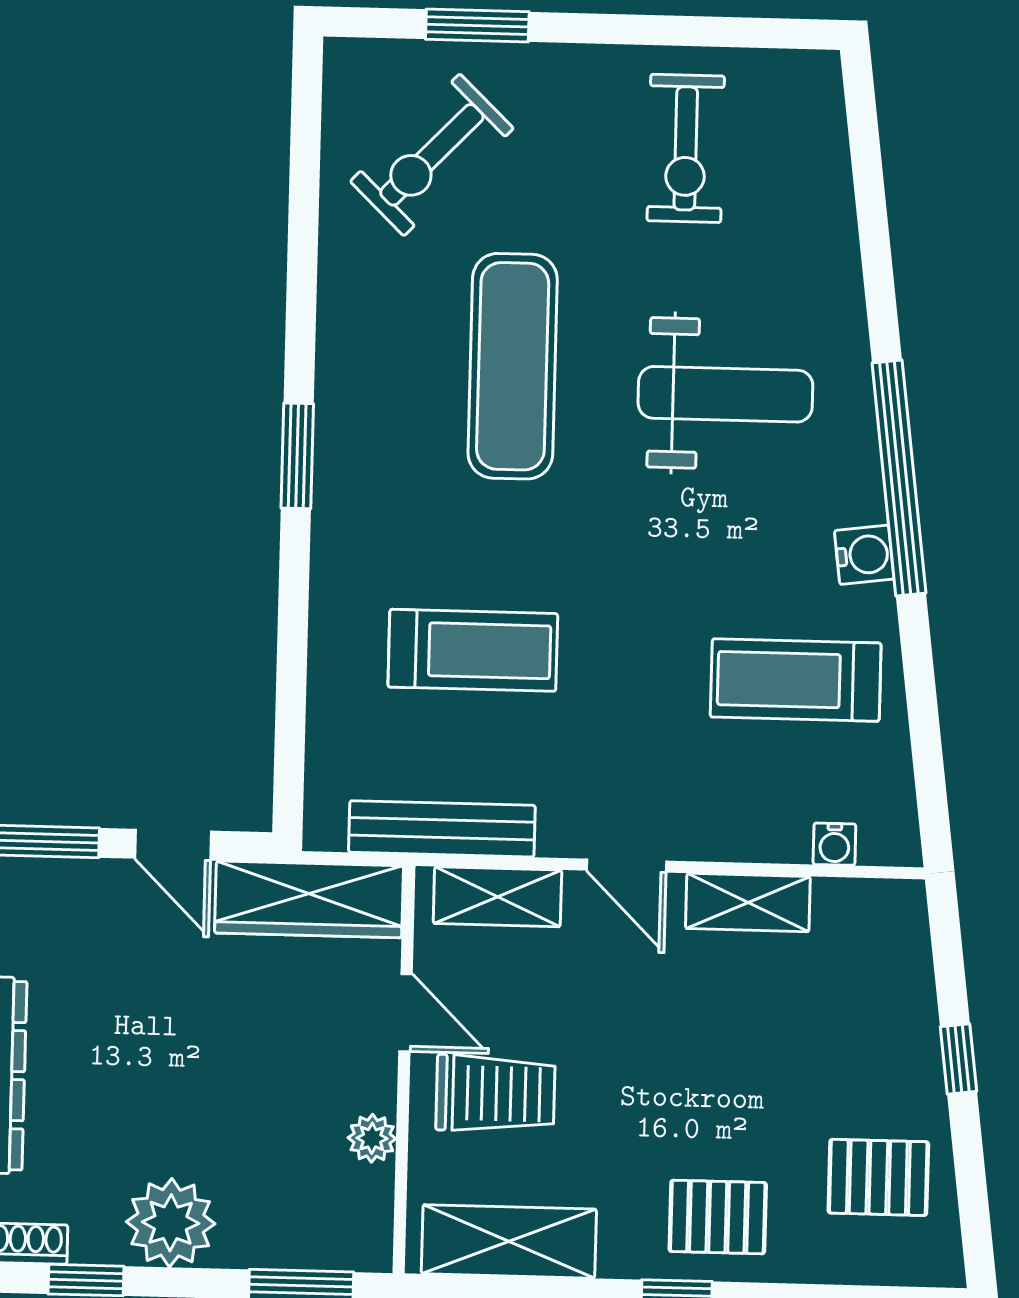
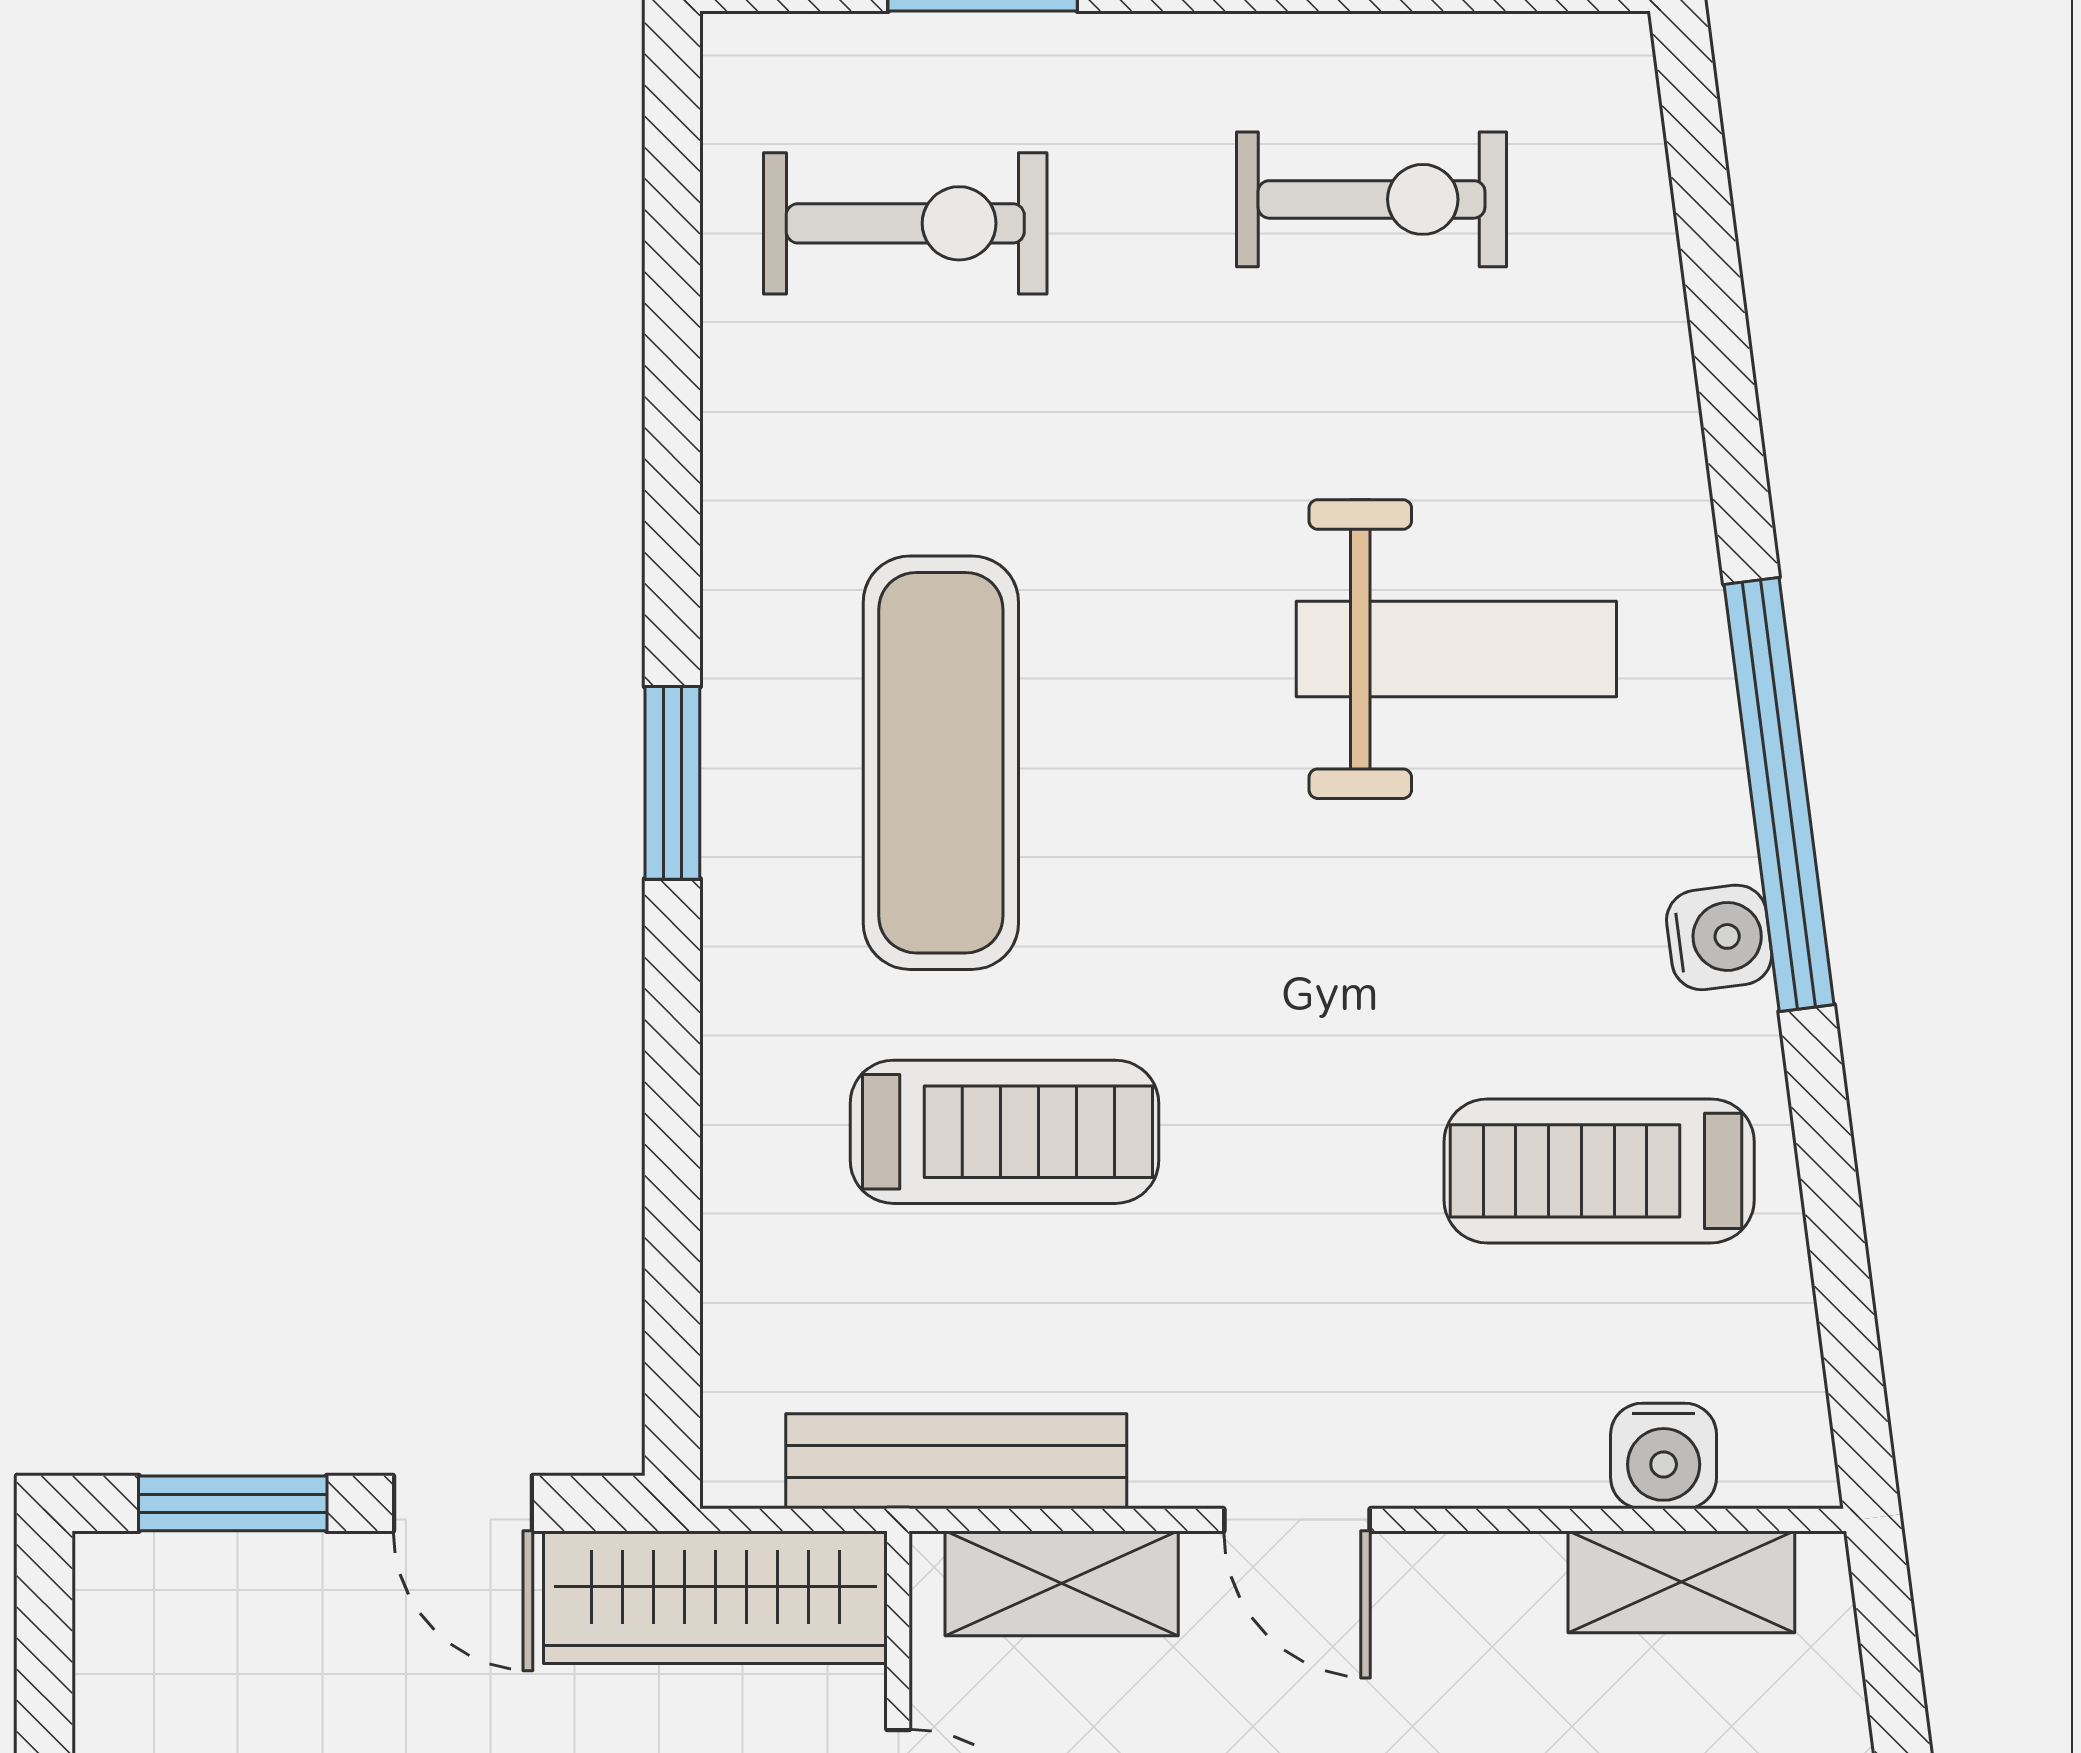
exercise bike: (686, 148) -> (1372, 199), turned -90
exercise bike: (432, 155) -> (905, 223), turned -134
exercise mat: (513, 366) -> (941, 763), moved
water cooler: (834, 844) -> (1664, 1456), width x1.38, depth x1.38
shelving: (748, 903) -> (1681, 1582), moved

